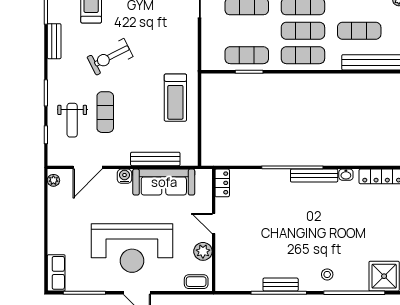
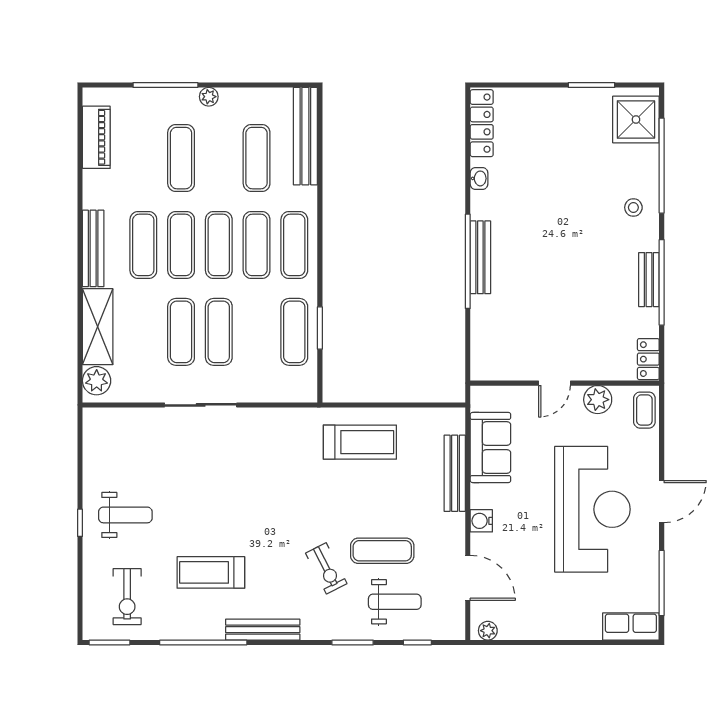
bench: (54, 41) -> (263, 630), width x1.36
exercise bike: (110, 57) -> (326, 568), moved, width x0.73, depth x0.72
bench: (314, 176) -> (480, 257), moved
sofa: (164, 182) -> (490, 448), width x0.73
locker: (222, 183) -> (648, 359), moved, turned -90

